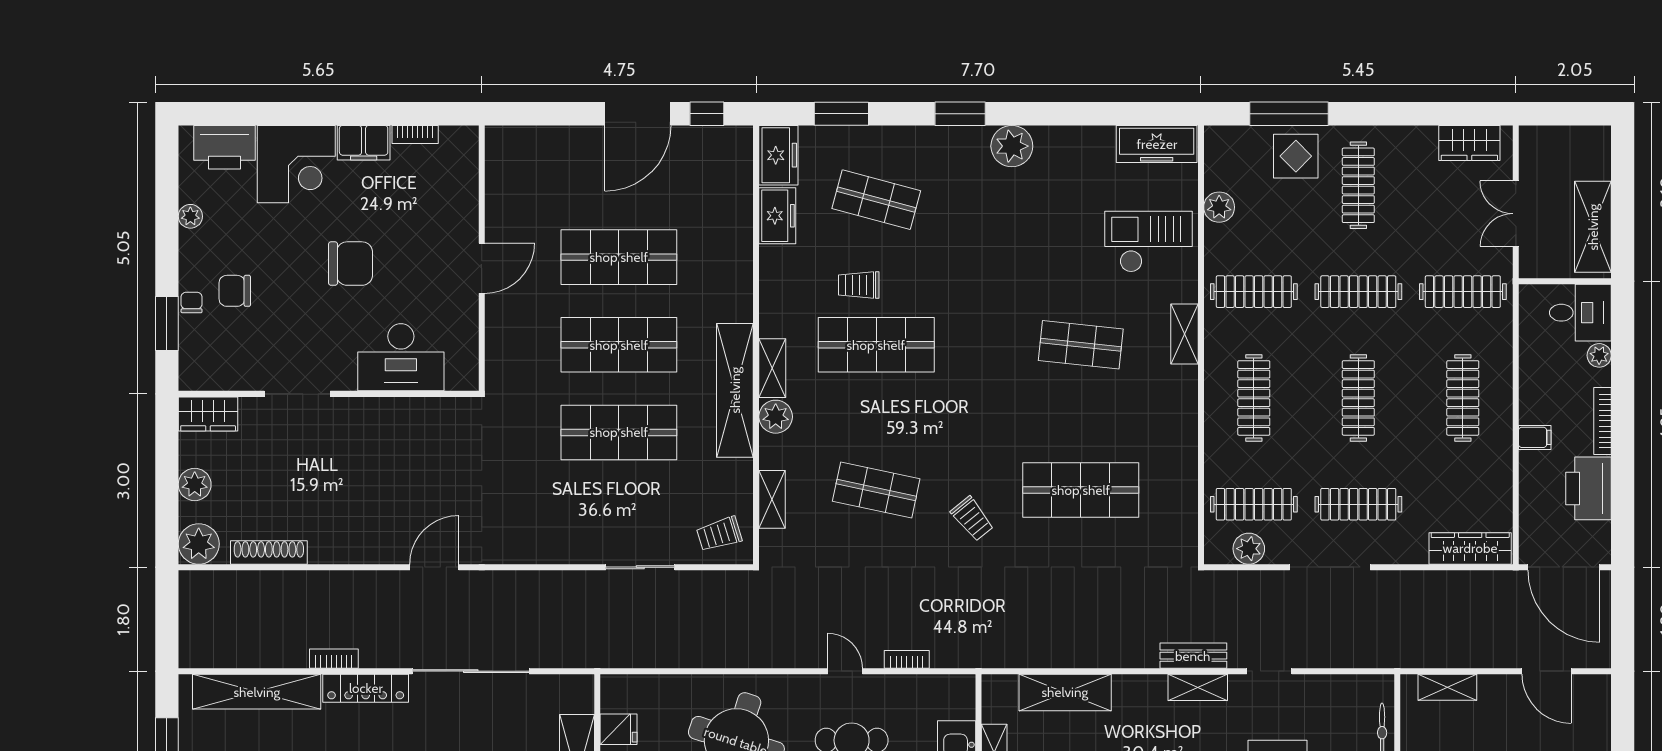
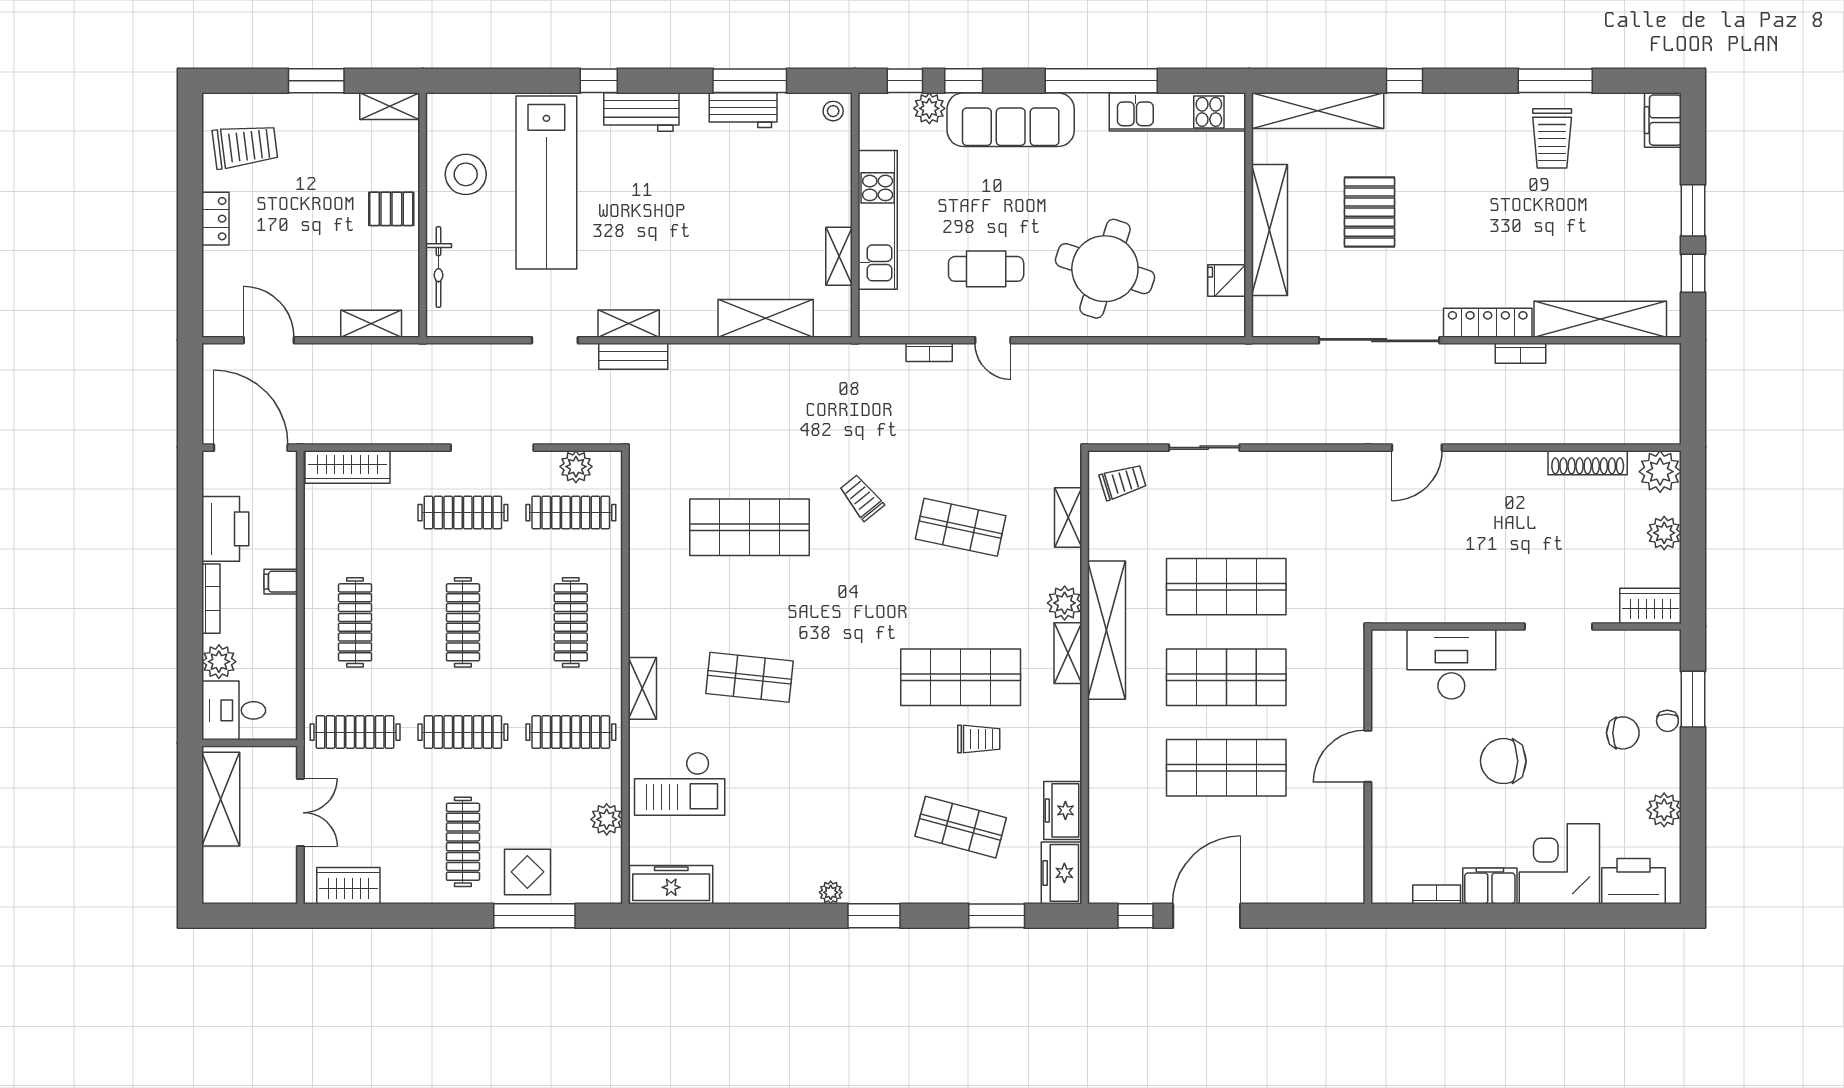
plant: (1012, 146) -> (831, 892), width x0.53, depth x0.53
plant: (190, 216) -> (1664, 810), width x1.38, depth x1.38
plant: (1599, 355) -> (219, 662), width x1.38, depth x1.38

